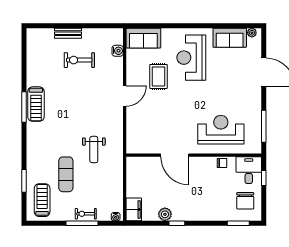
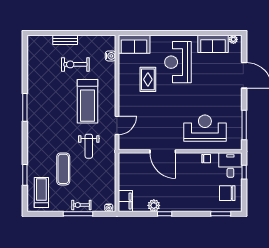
door: (125, 96) -> (117, 125), moved
treadmill: (36, 104) -> (88, 101), moved, width x1.37, depth x1.38
chair: (245, 201) -> (227, 193), turned 90

